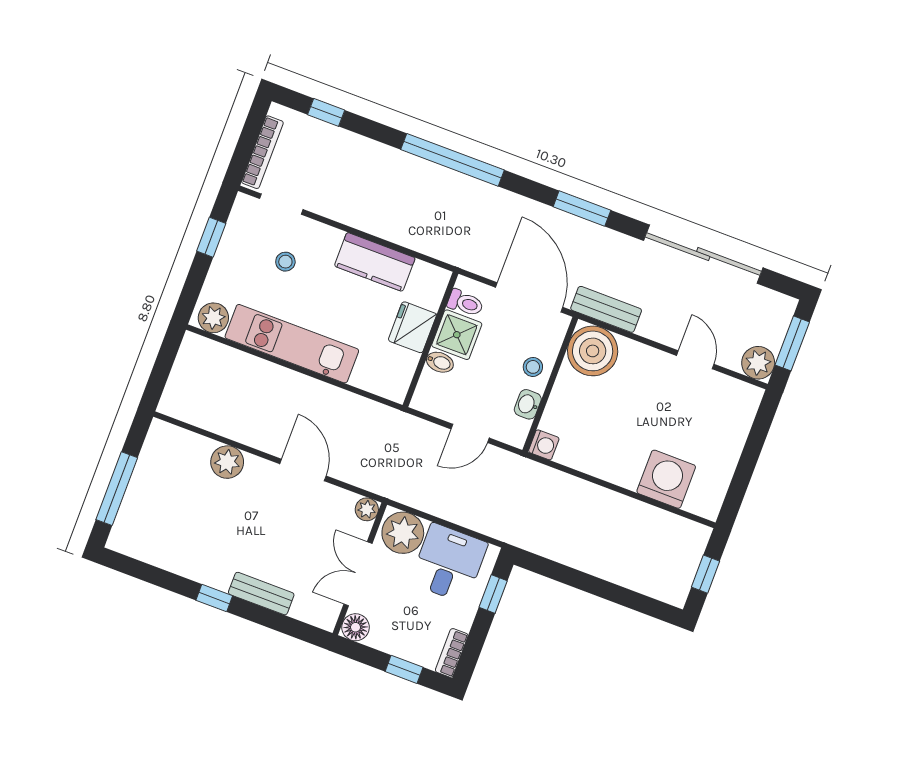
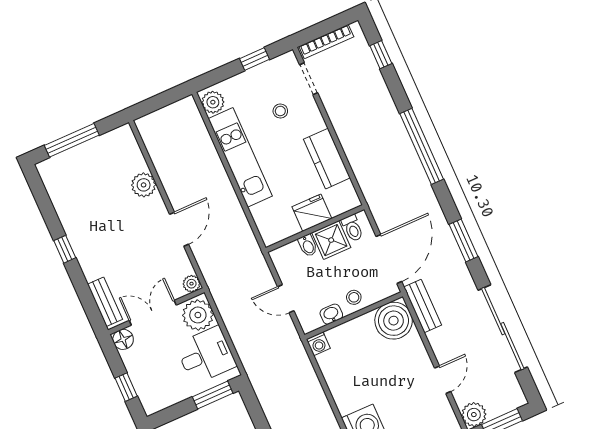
bench: (261, 594) -> (105, 302), moved
window: (493, 594) -> (213, 395), width x1.50
bookcase: (452, 653) -> (160, 404), removed

